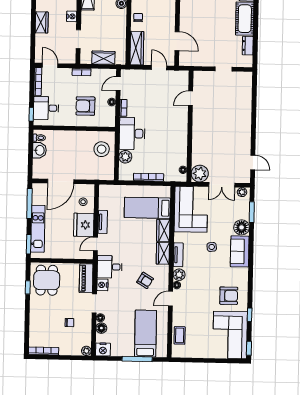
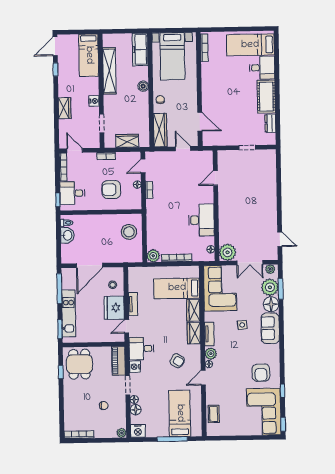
desk: (132, 134) -> (201, 220), moved, turned 180
plant: (125, 157) -> (153, 256), moved
plant: (241, 210) -> (270, 287), added
armchair: (229, 296) -> (261, 373), turned 90

